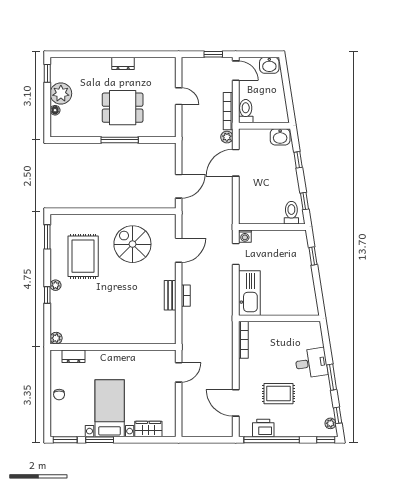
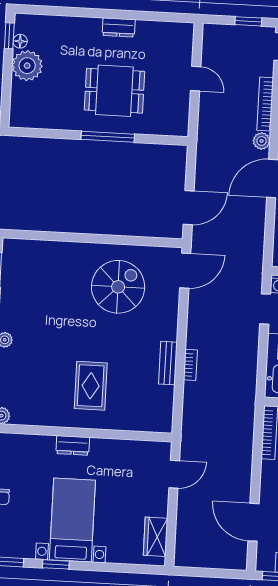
floor lamp: (55, 110) -> (20, 41), moved
spiral stairs: (132, 244) -> (118, 287), turned 90
door: (179, 250) -> (185, 271), moved
rug: (83, 256) -> (91, 386), moved, width x0.73, depth x0.70
dresser: (73, 356) -> (73, 445), moved
wardrobe: (148, 429) -> (155, 537), moved, turned -90
window: (100, 440) -> (56, 564), width x0.67

